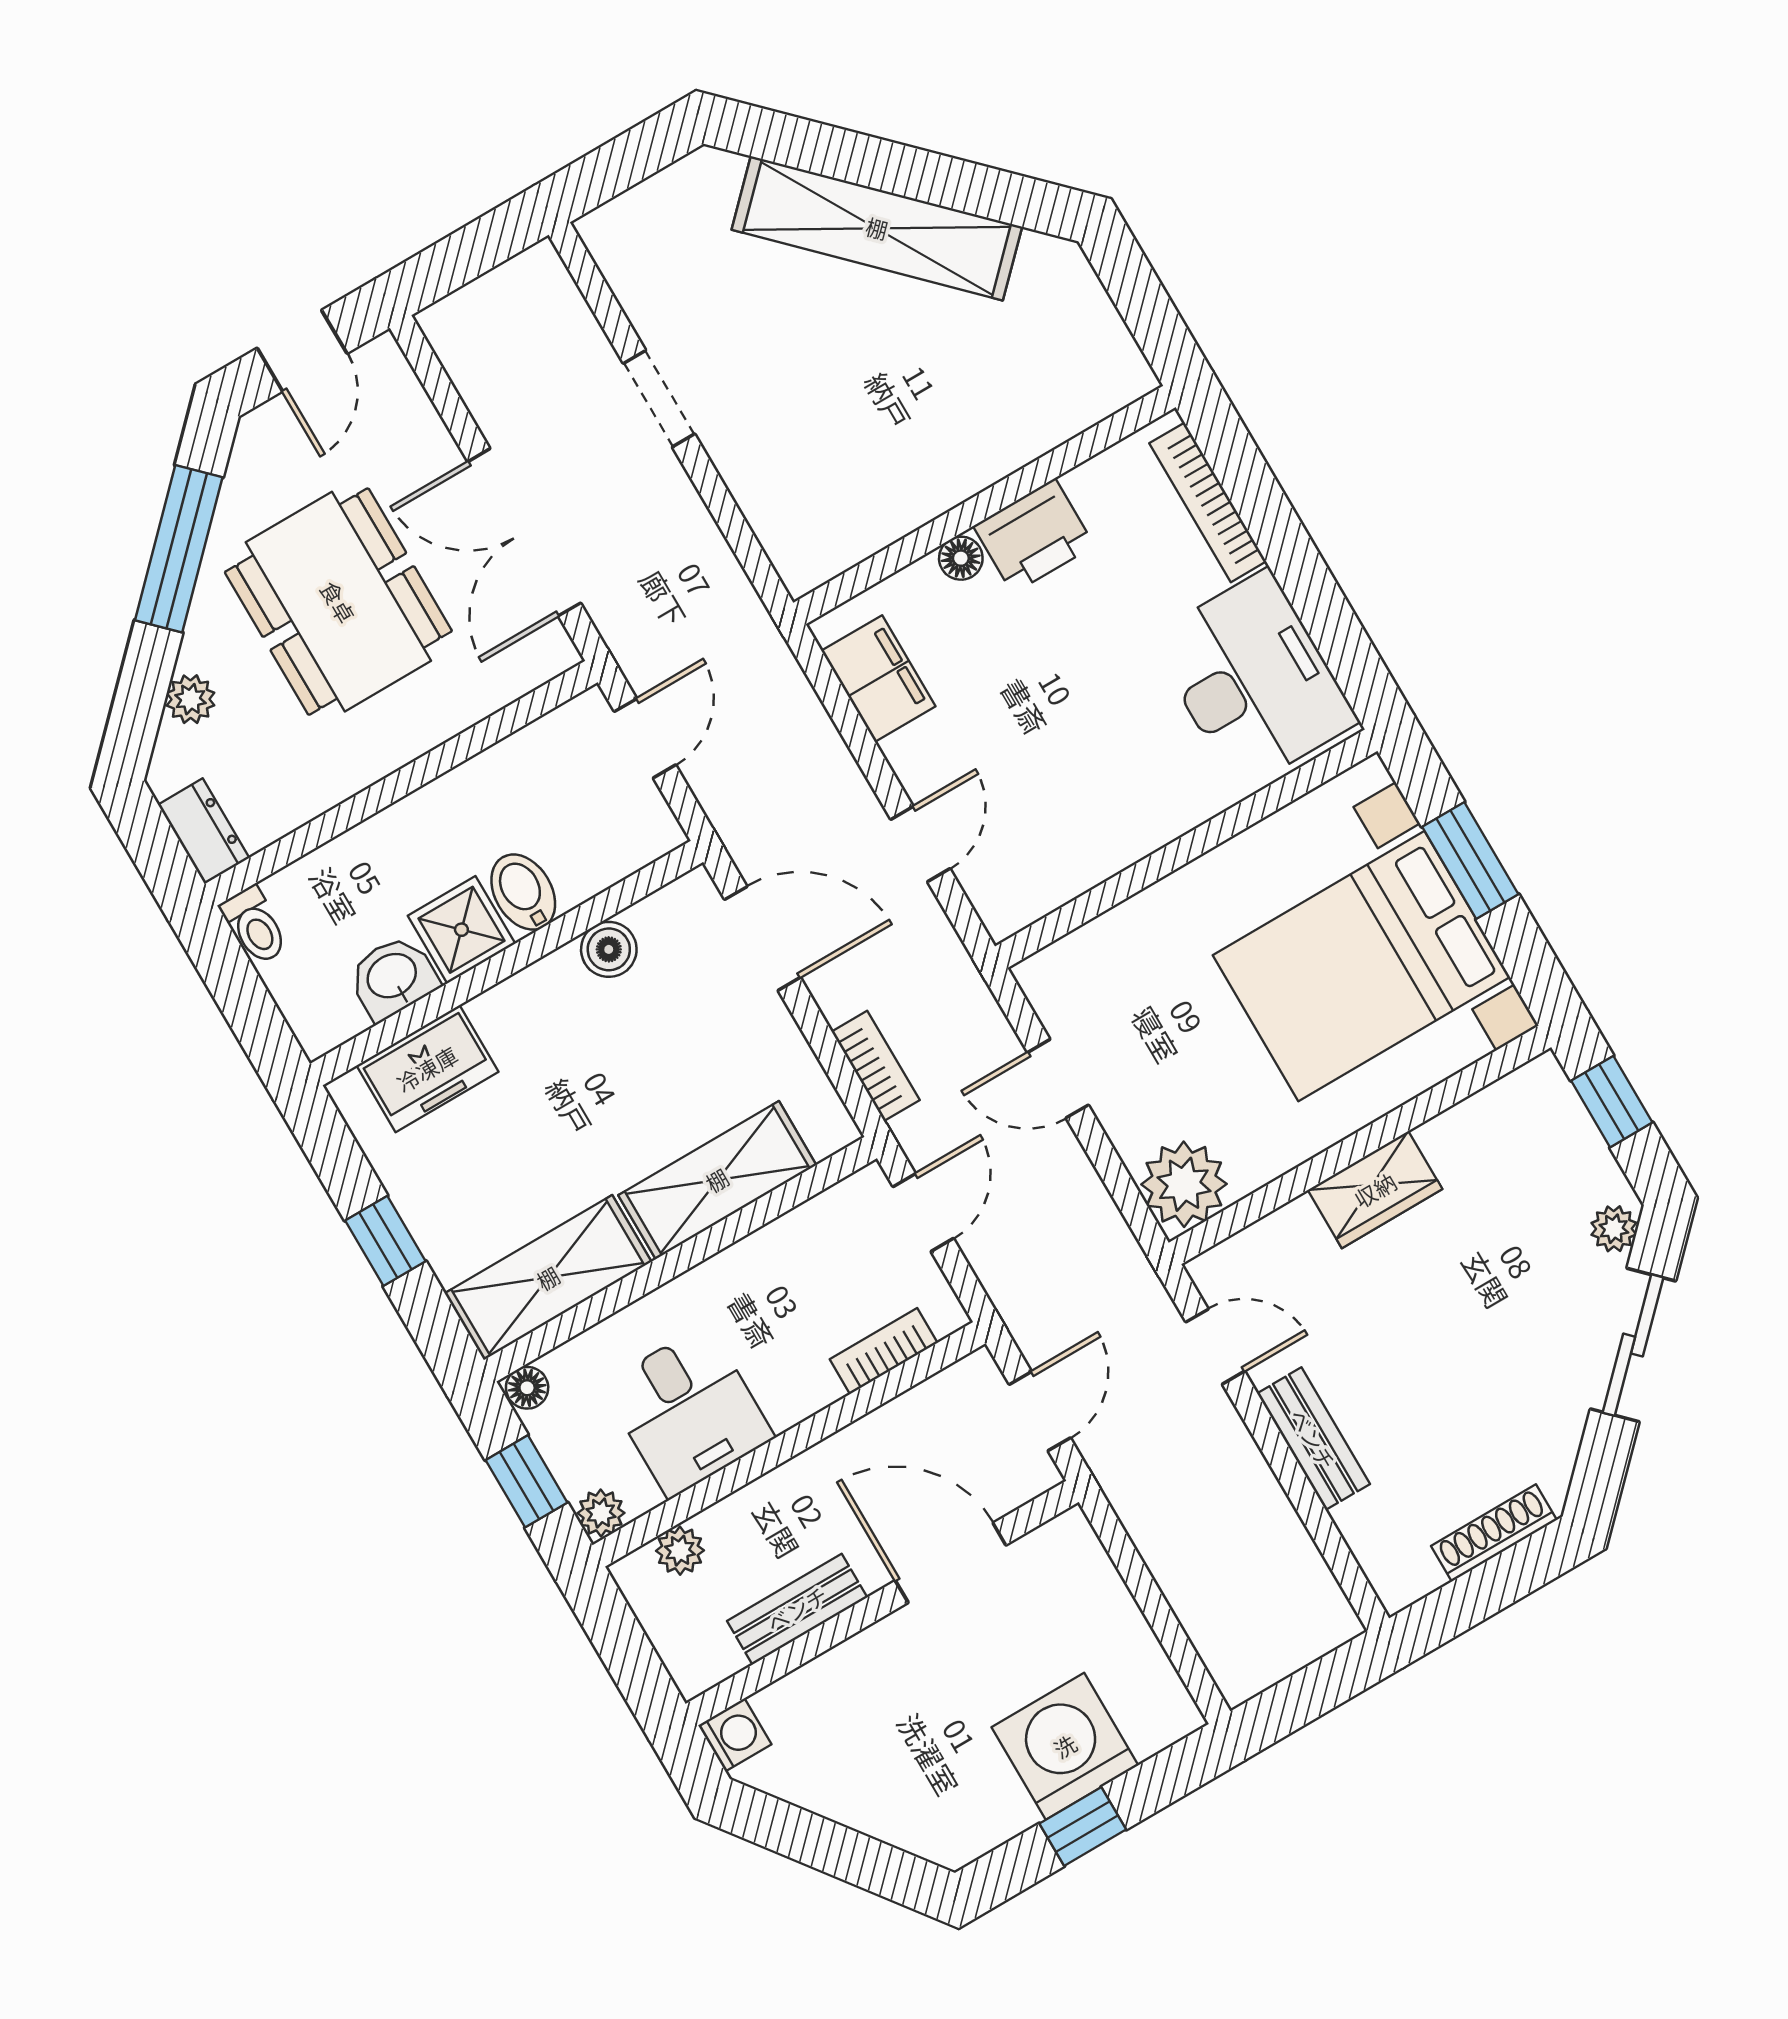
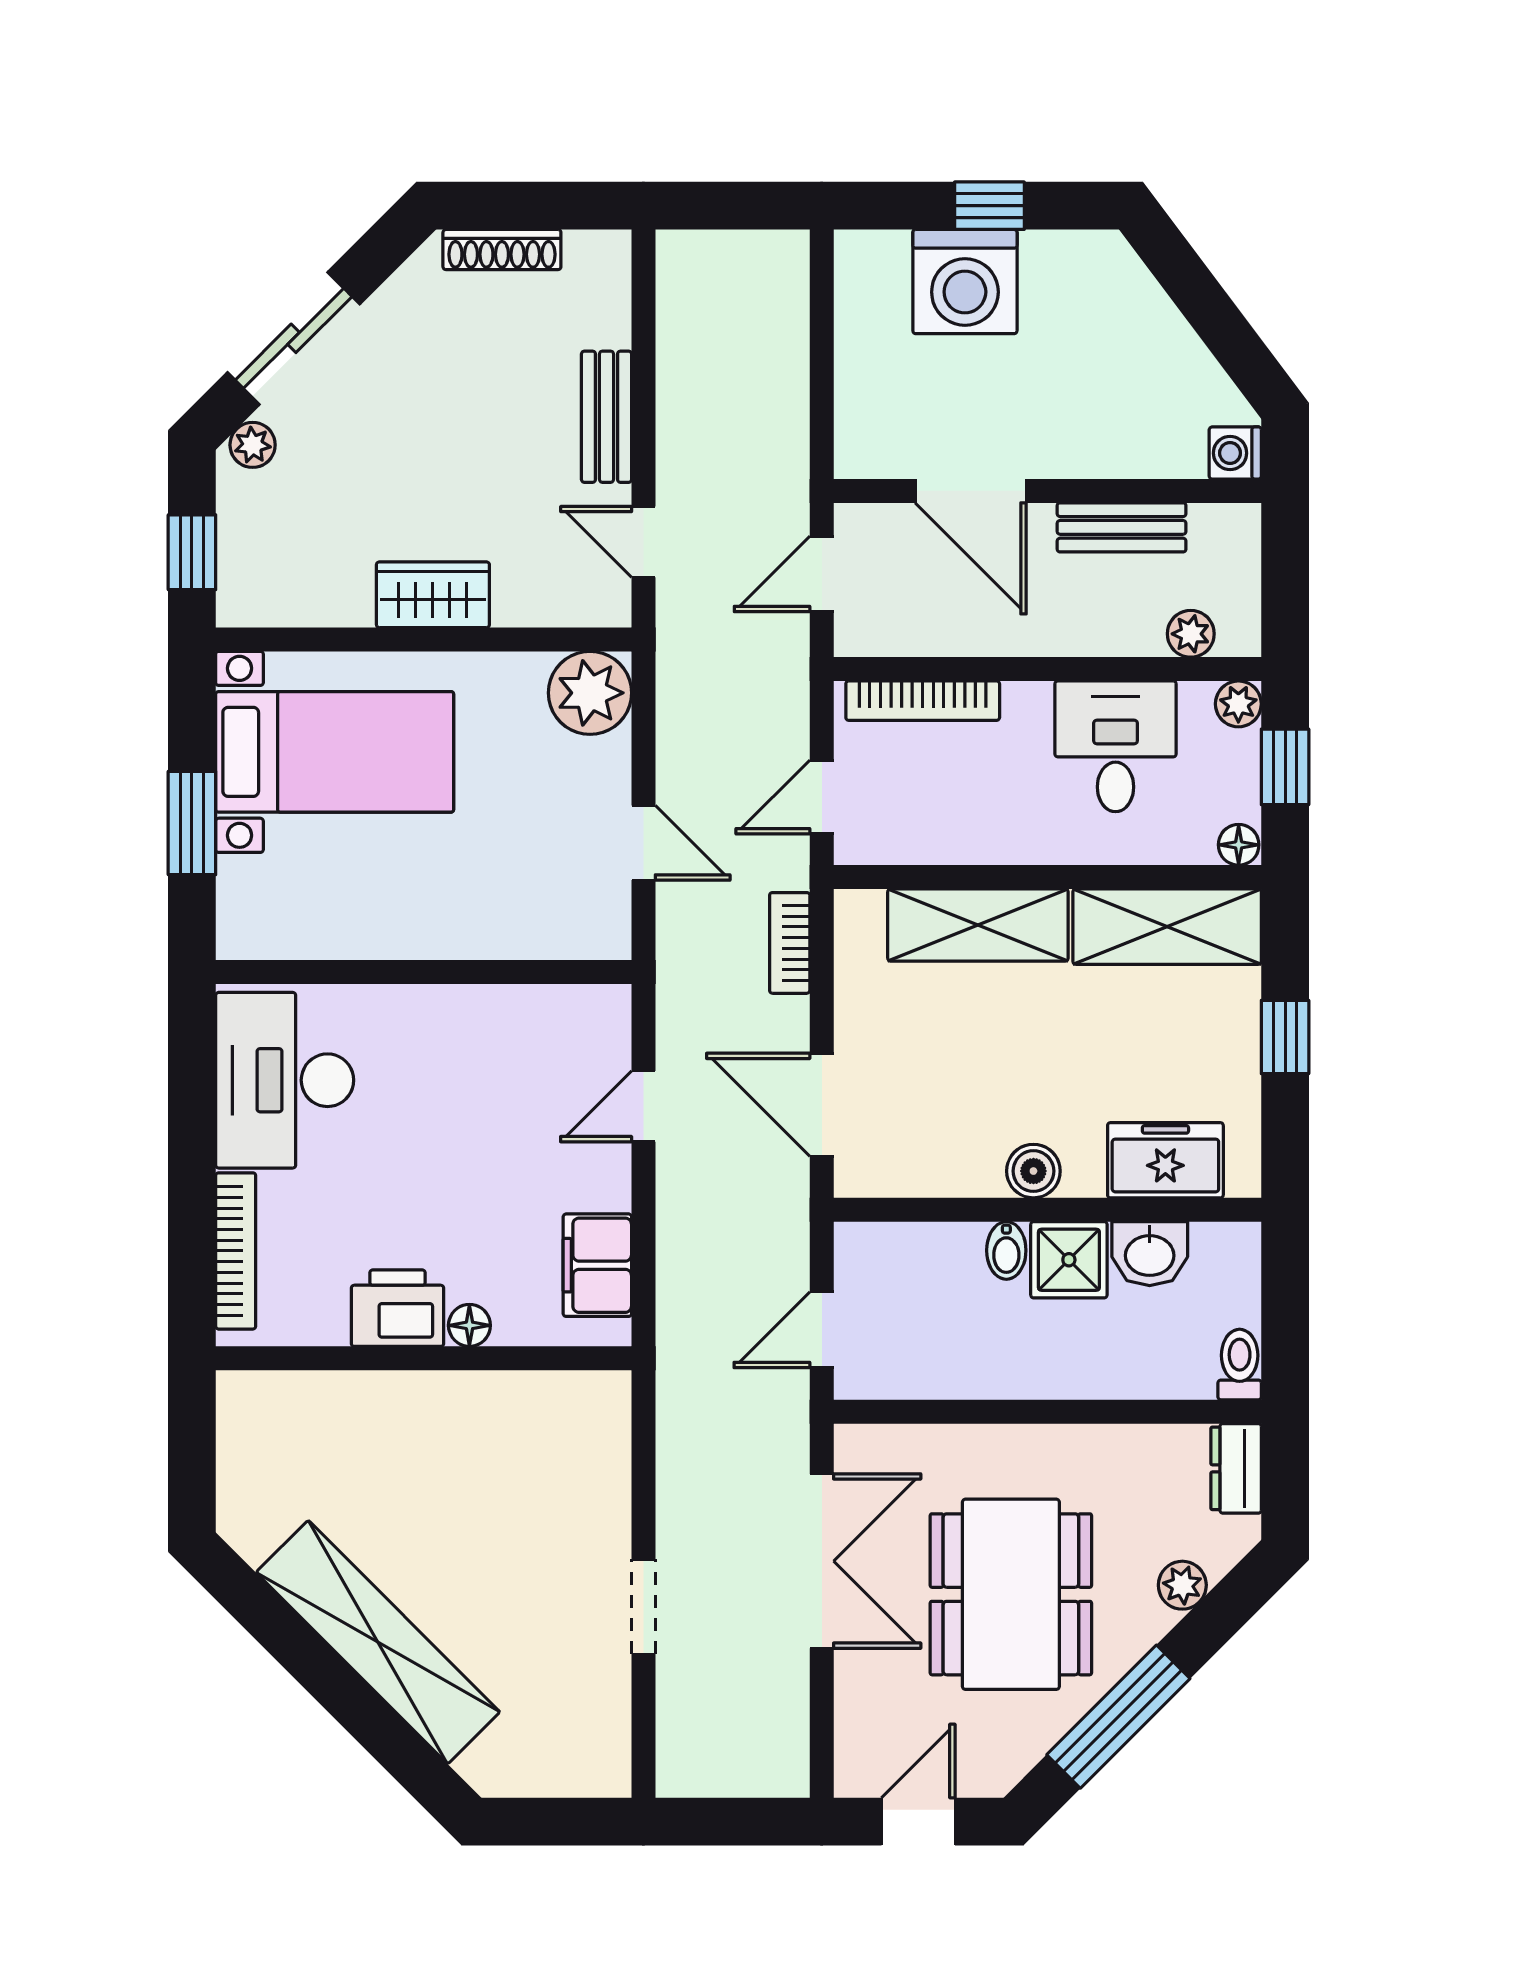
bidet: (523, 892) -> (1006, 1250), width x0.72, depth x0.74
boiler: (609, 949) -> (1033, 1171), moved
bed with nightstands: (1361, 966) -> (335, 752), width x0.73
bookcase: (884, 1351) -> (923, 701), width x1.56

